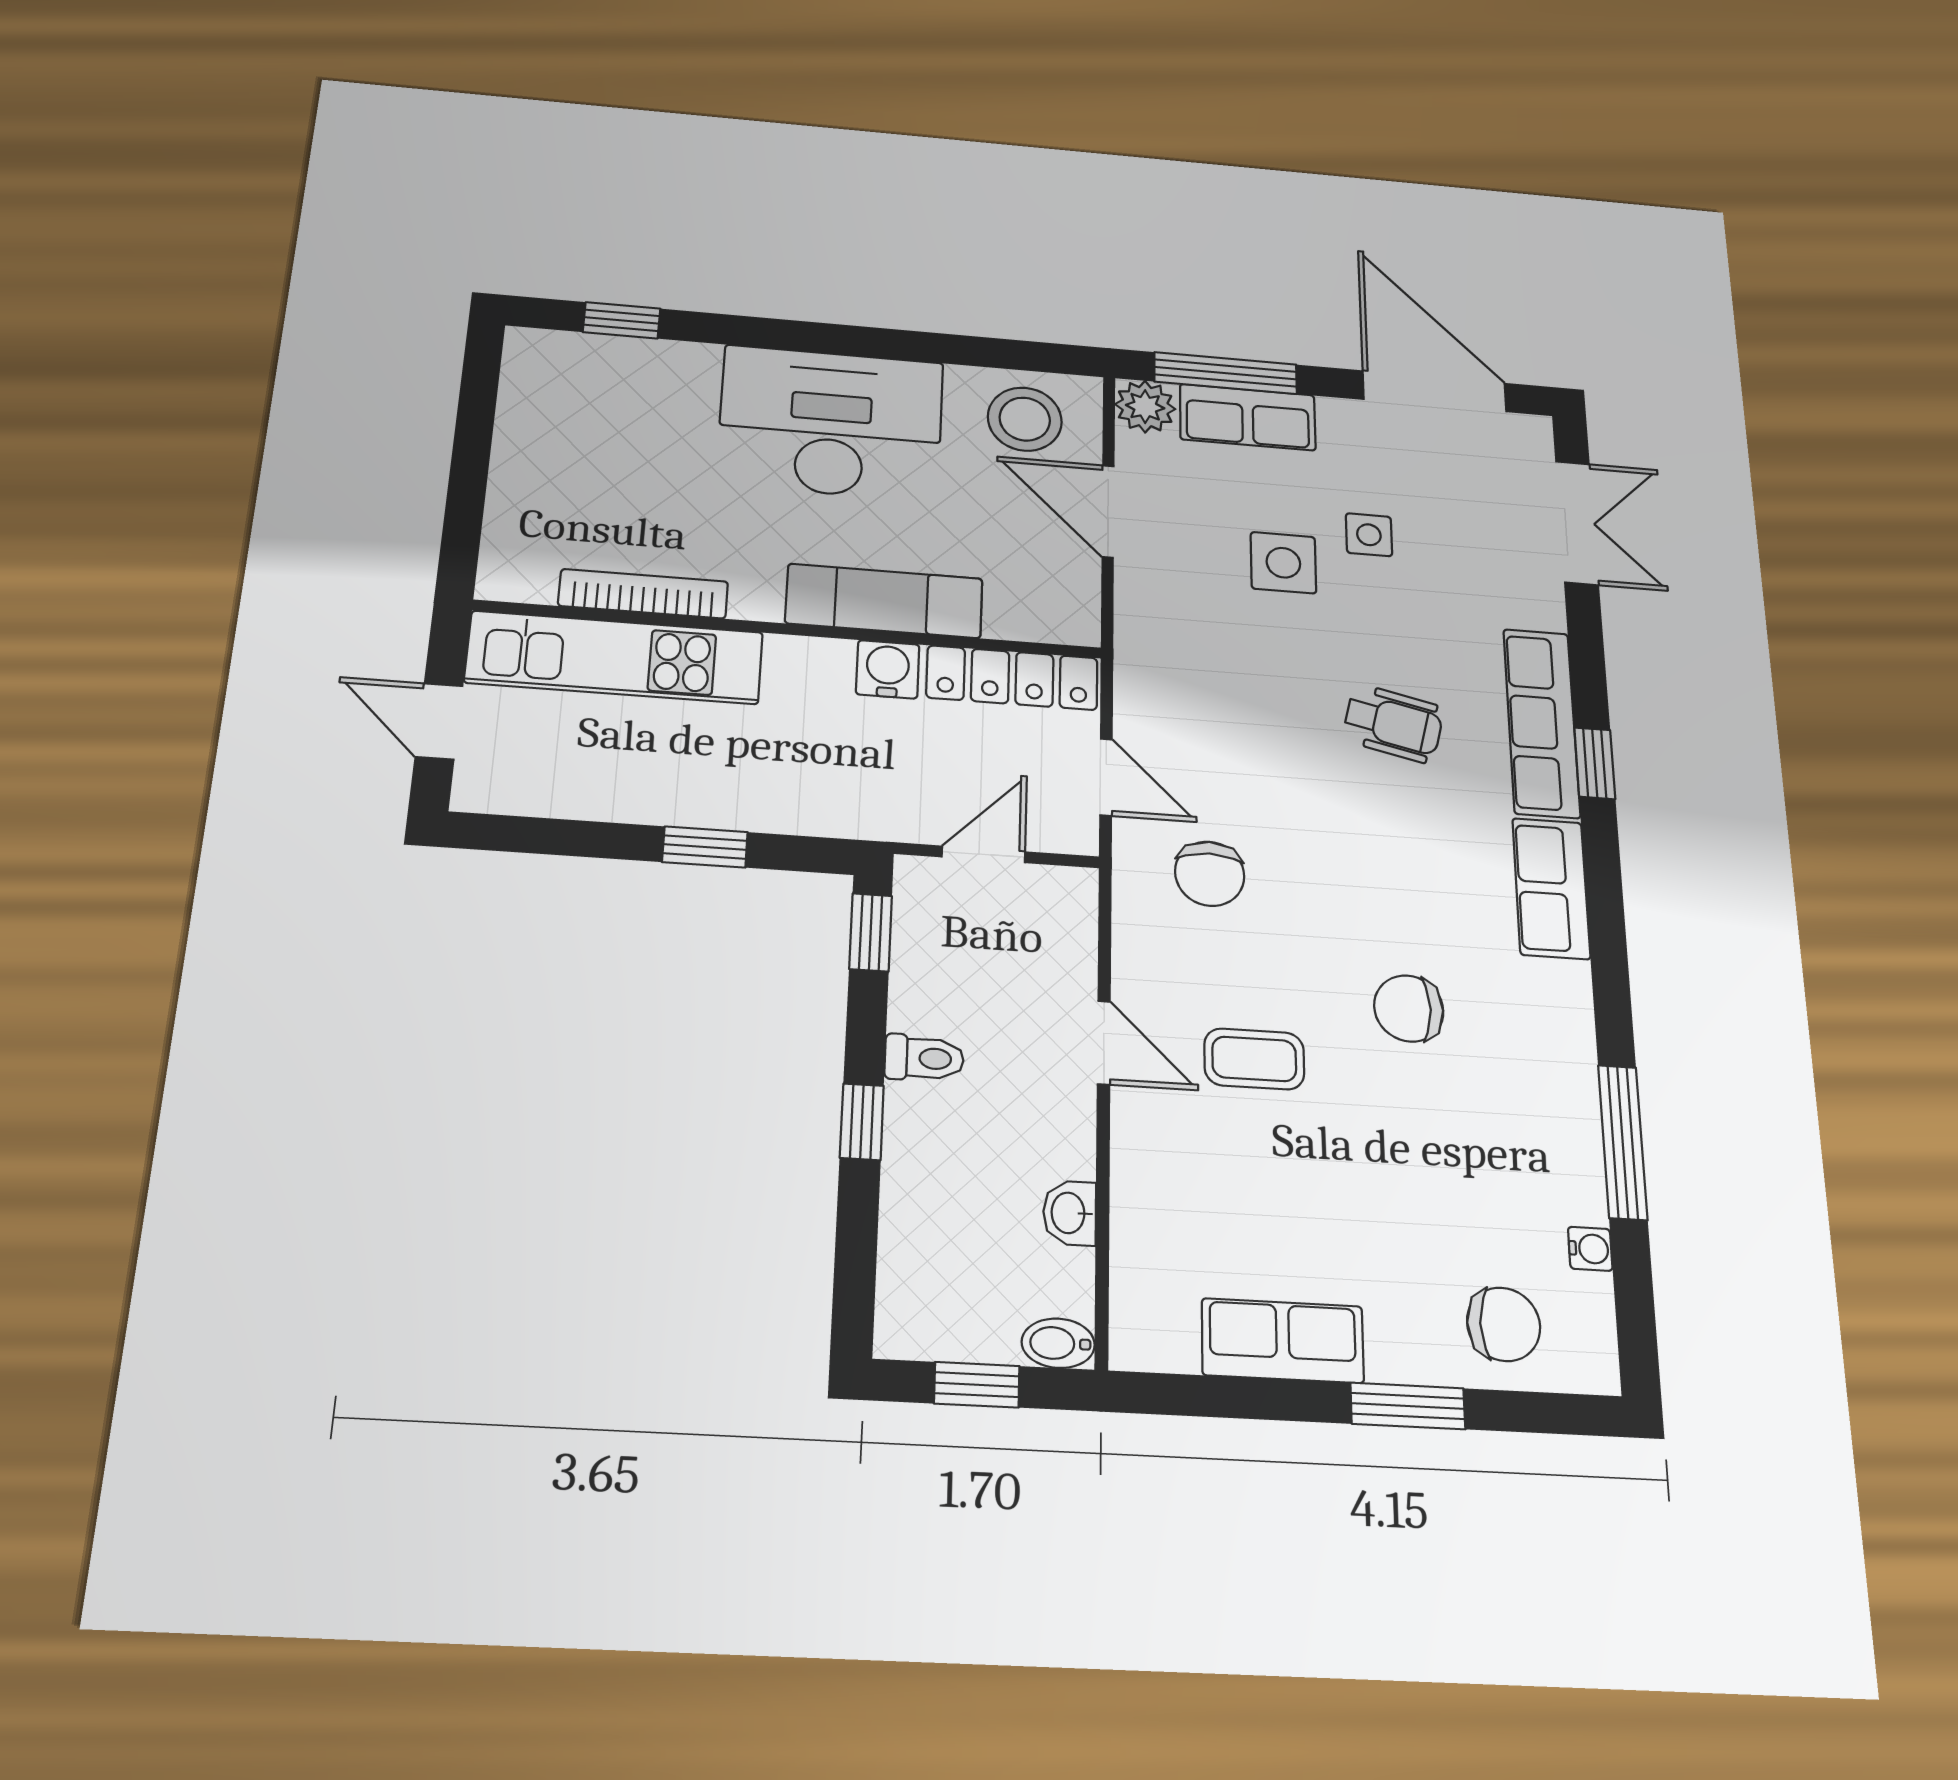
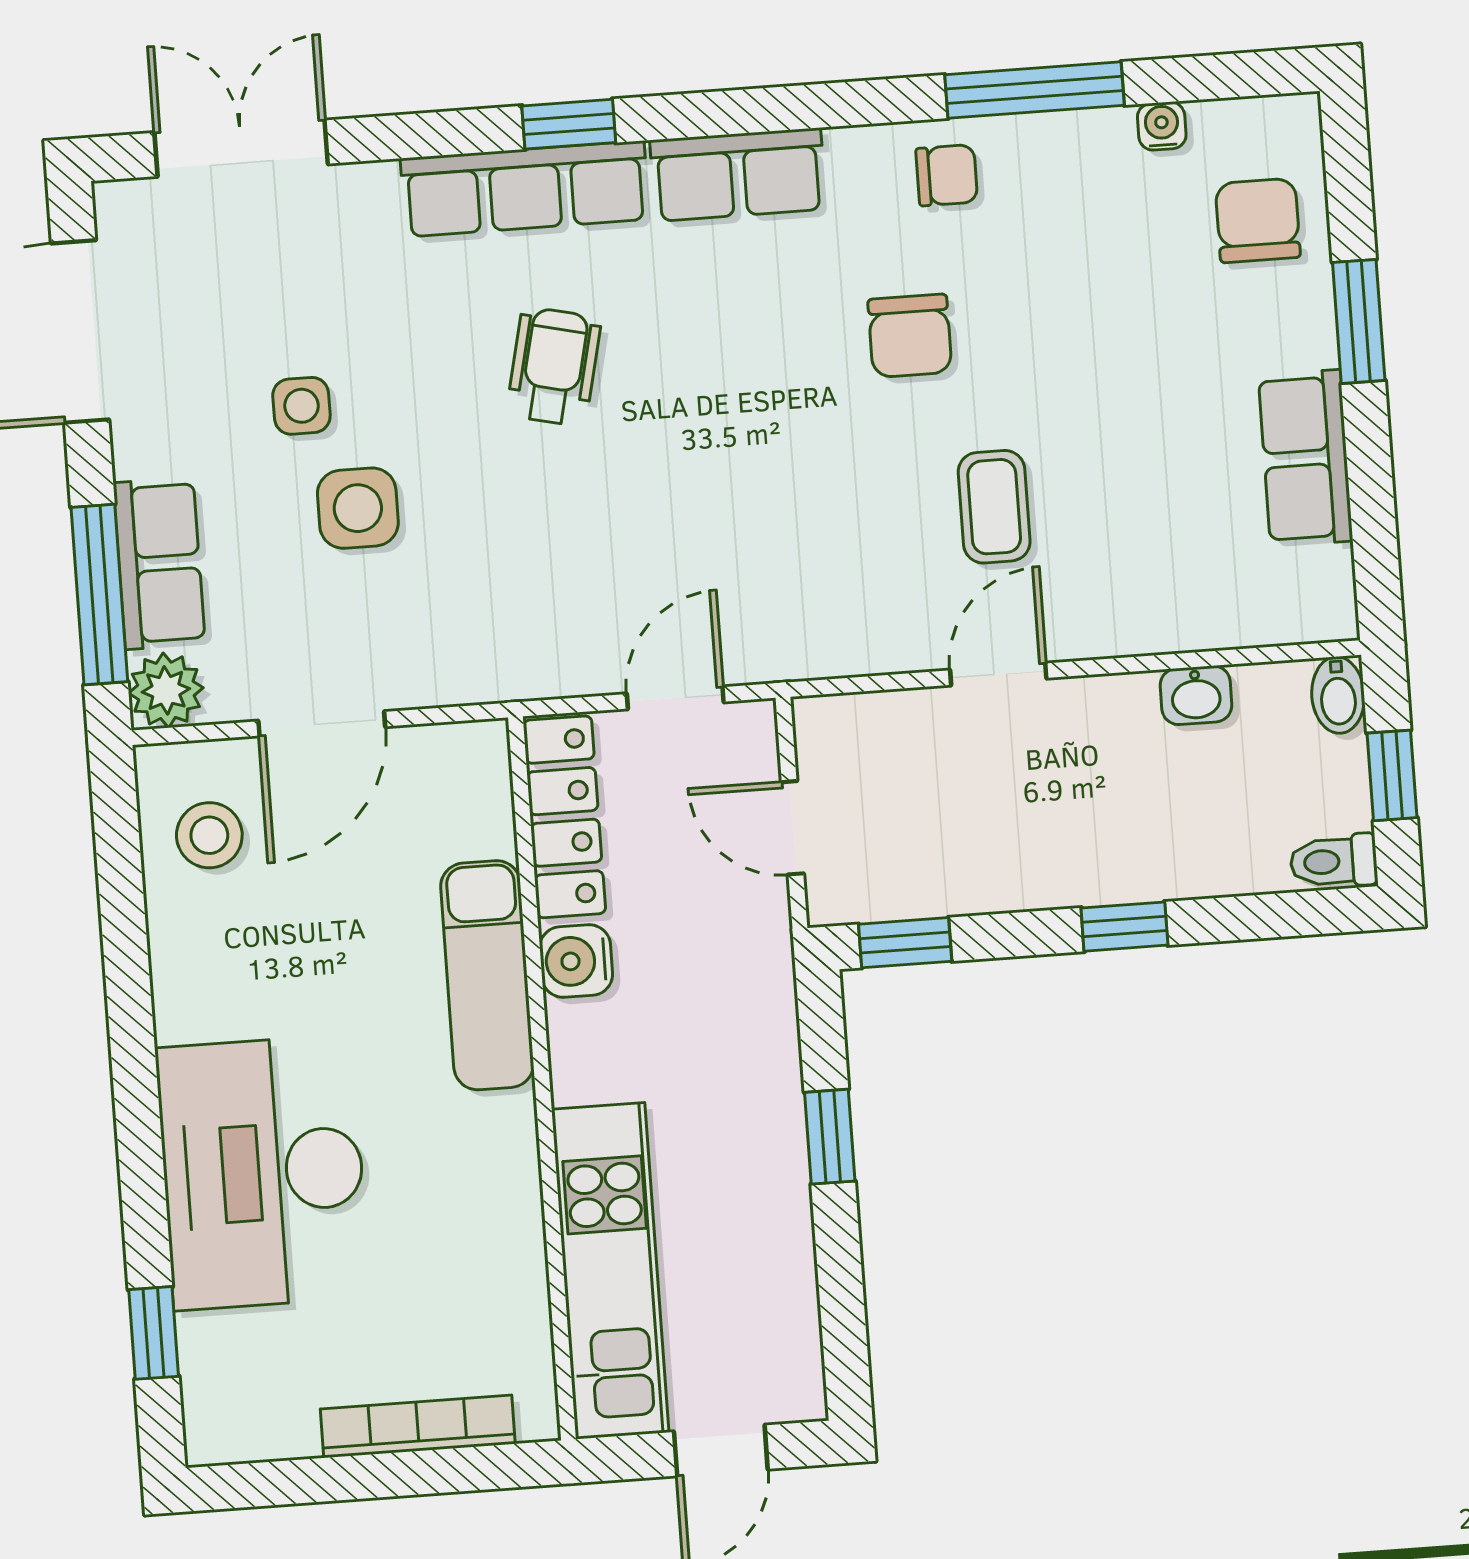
stool: (1025, 419) -> (209, 835), width x0.73, depth x0.73
desk: (831, 423) -> (263, 1172), moved
bookcase: (643, 594) -> (418, 1426), moved, turned 90
chair: (1210, 874) -> (947, 175), moved, width x0.73, depth x0.73
toilet: (924, 1058) -> (1334, 861), moved, turned -90

